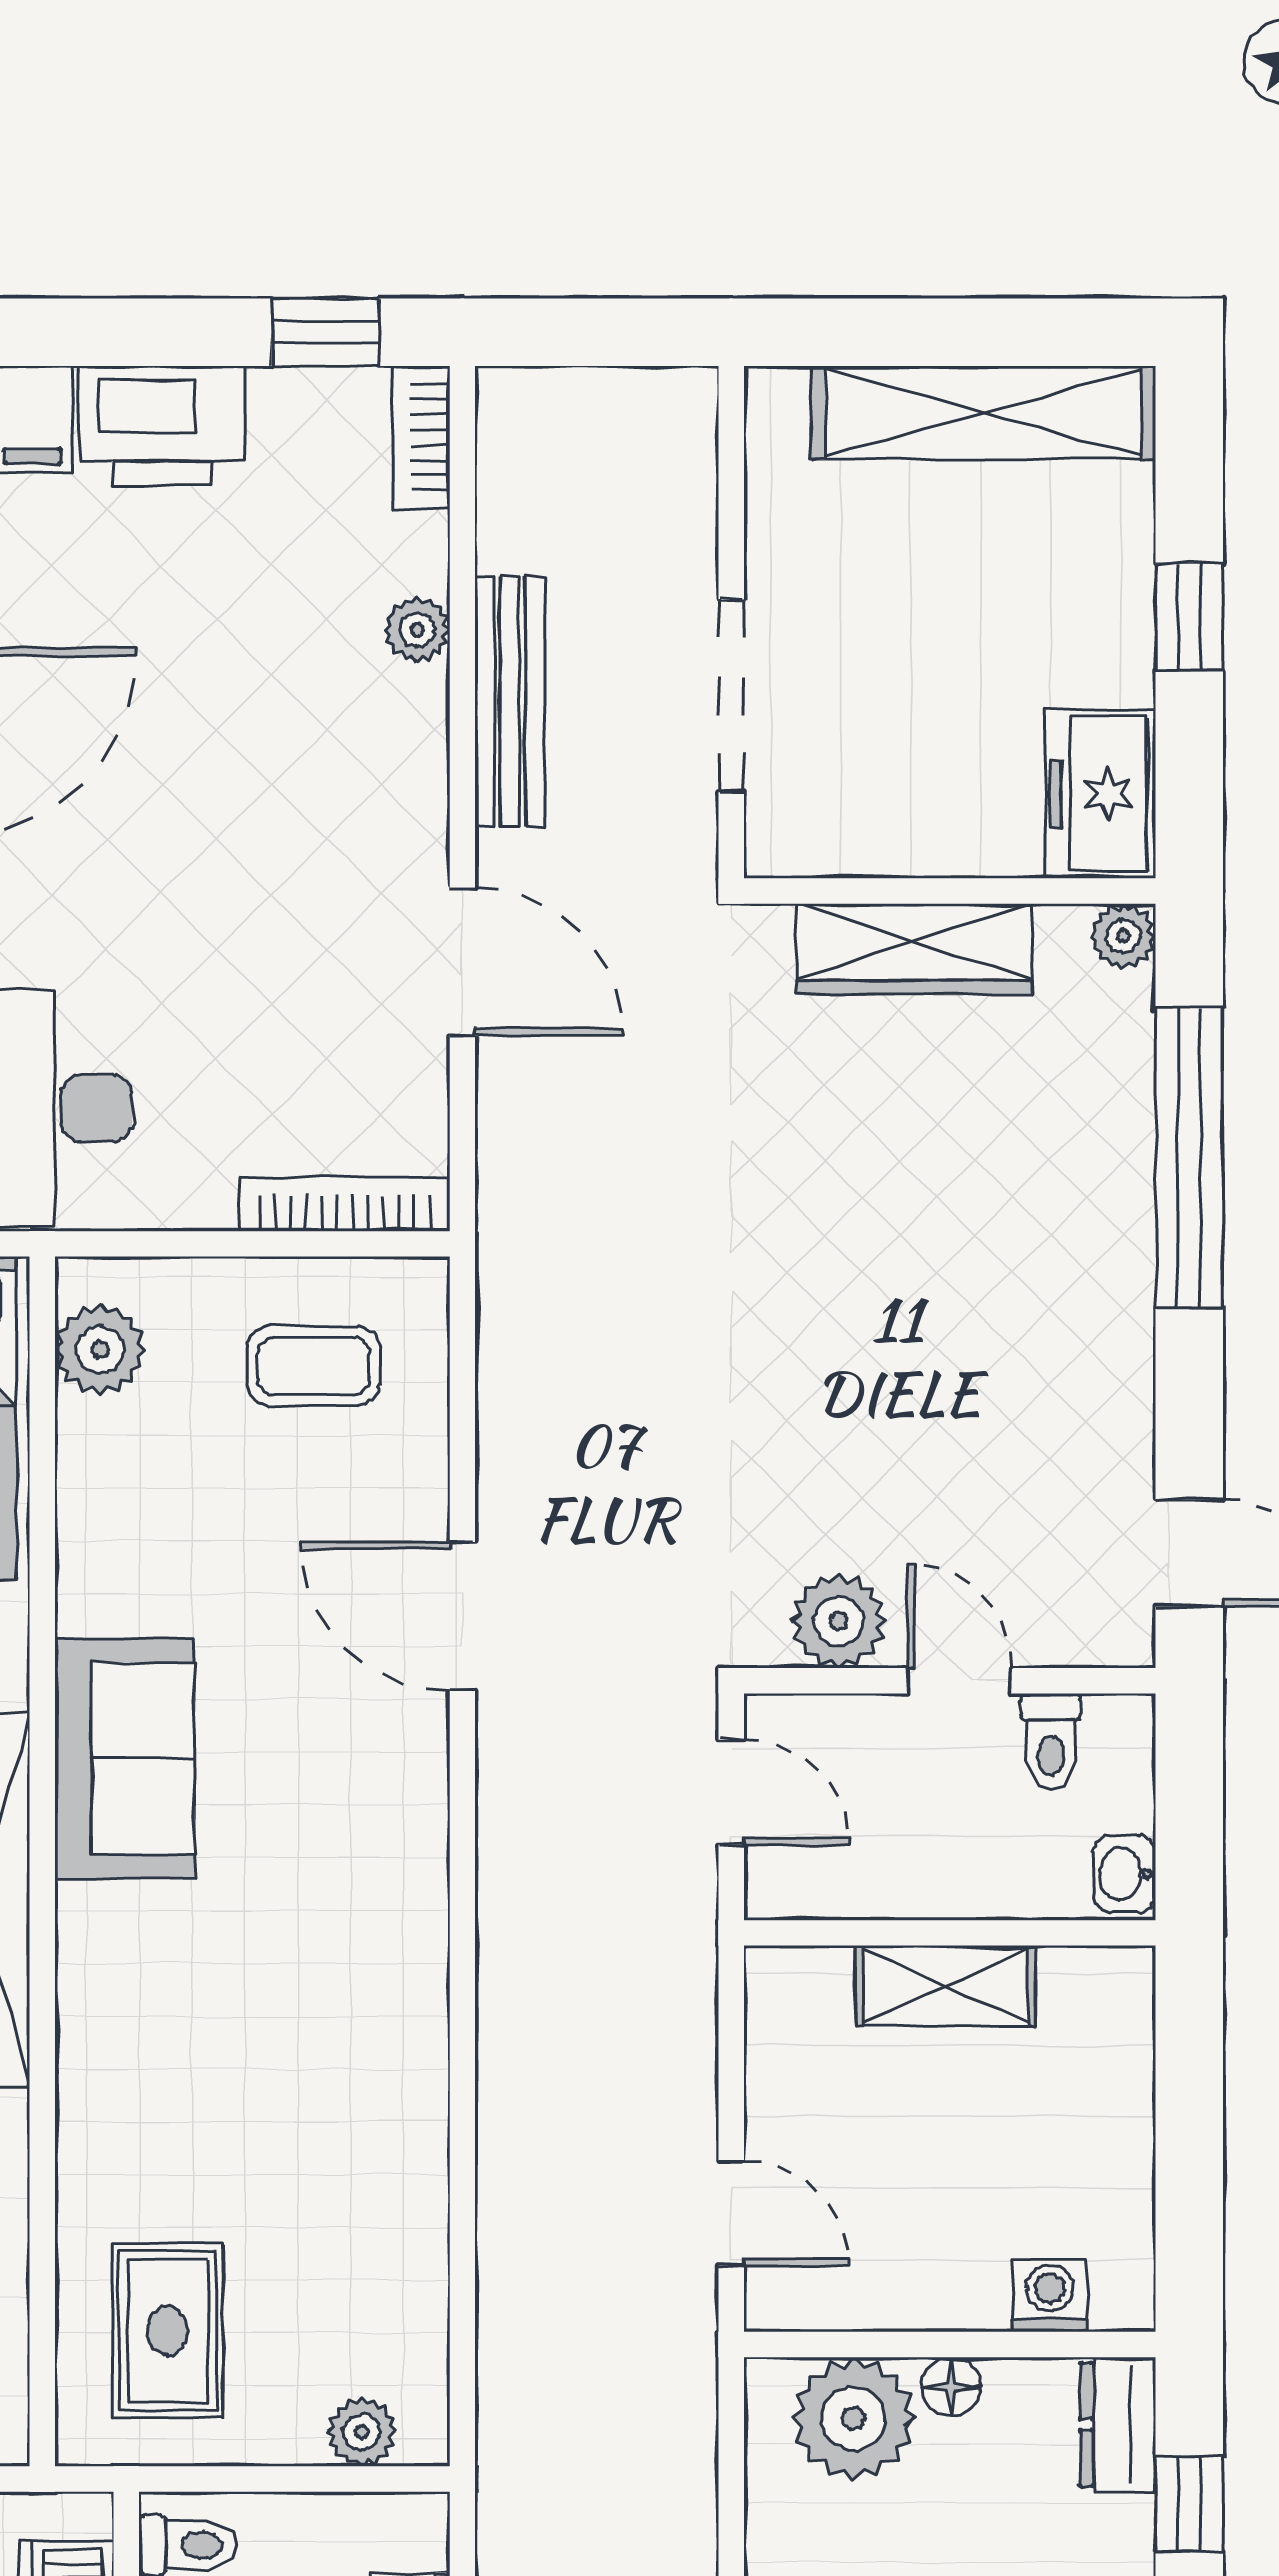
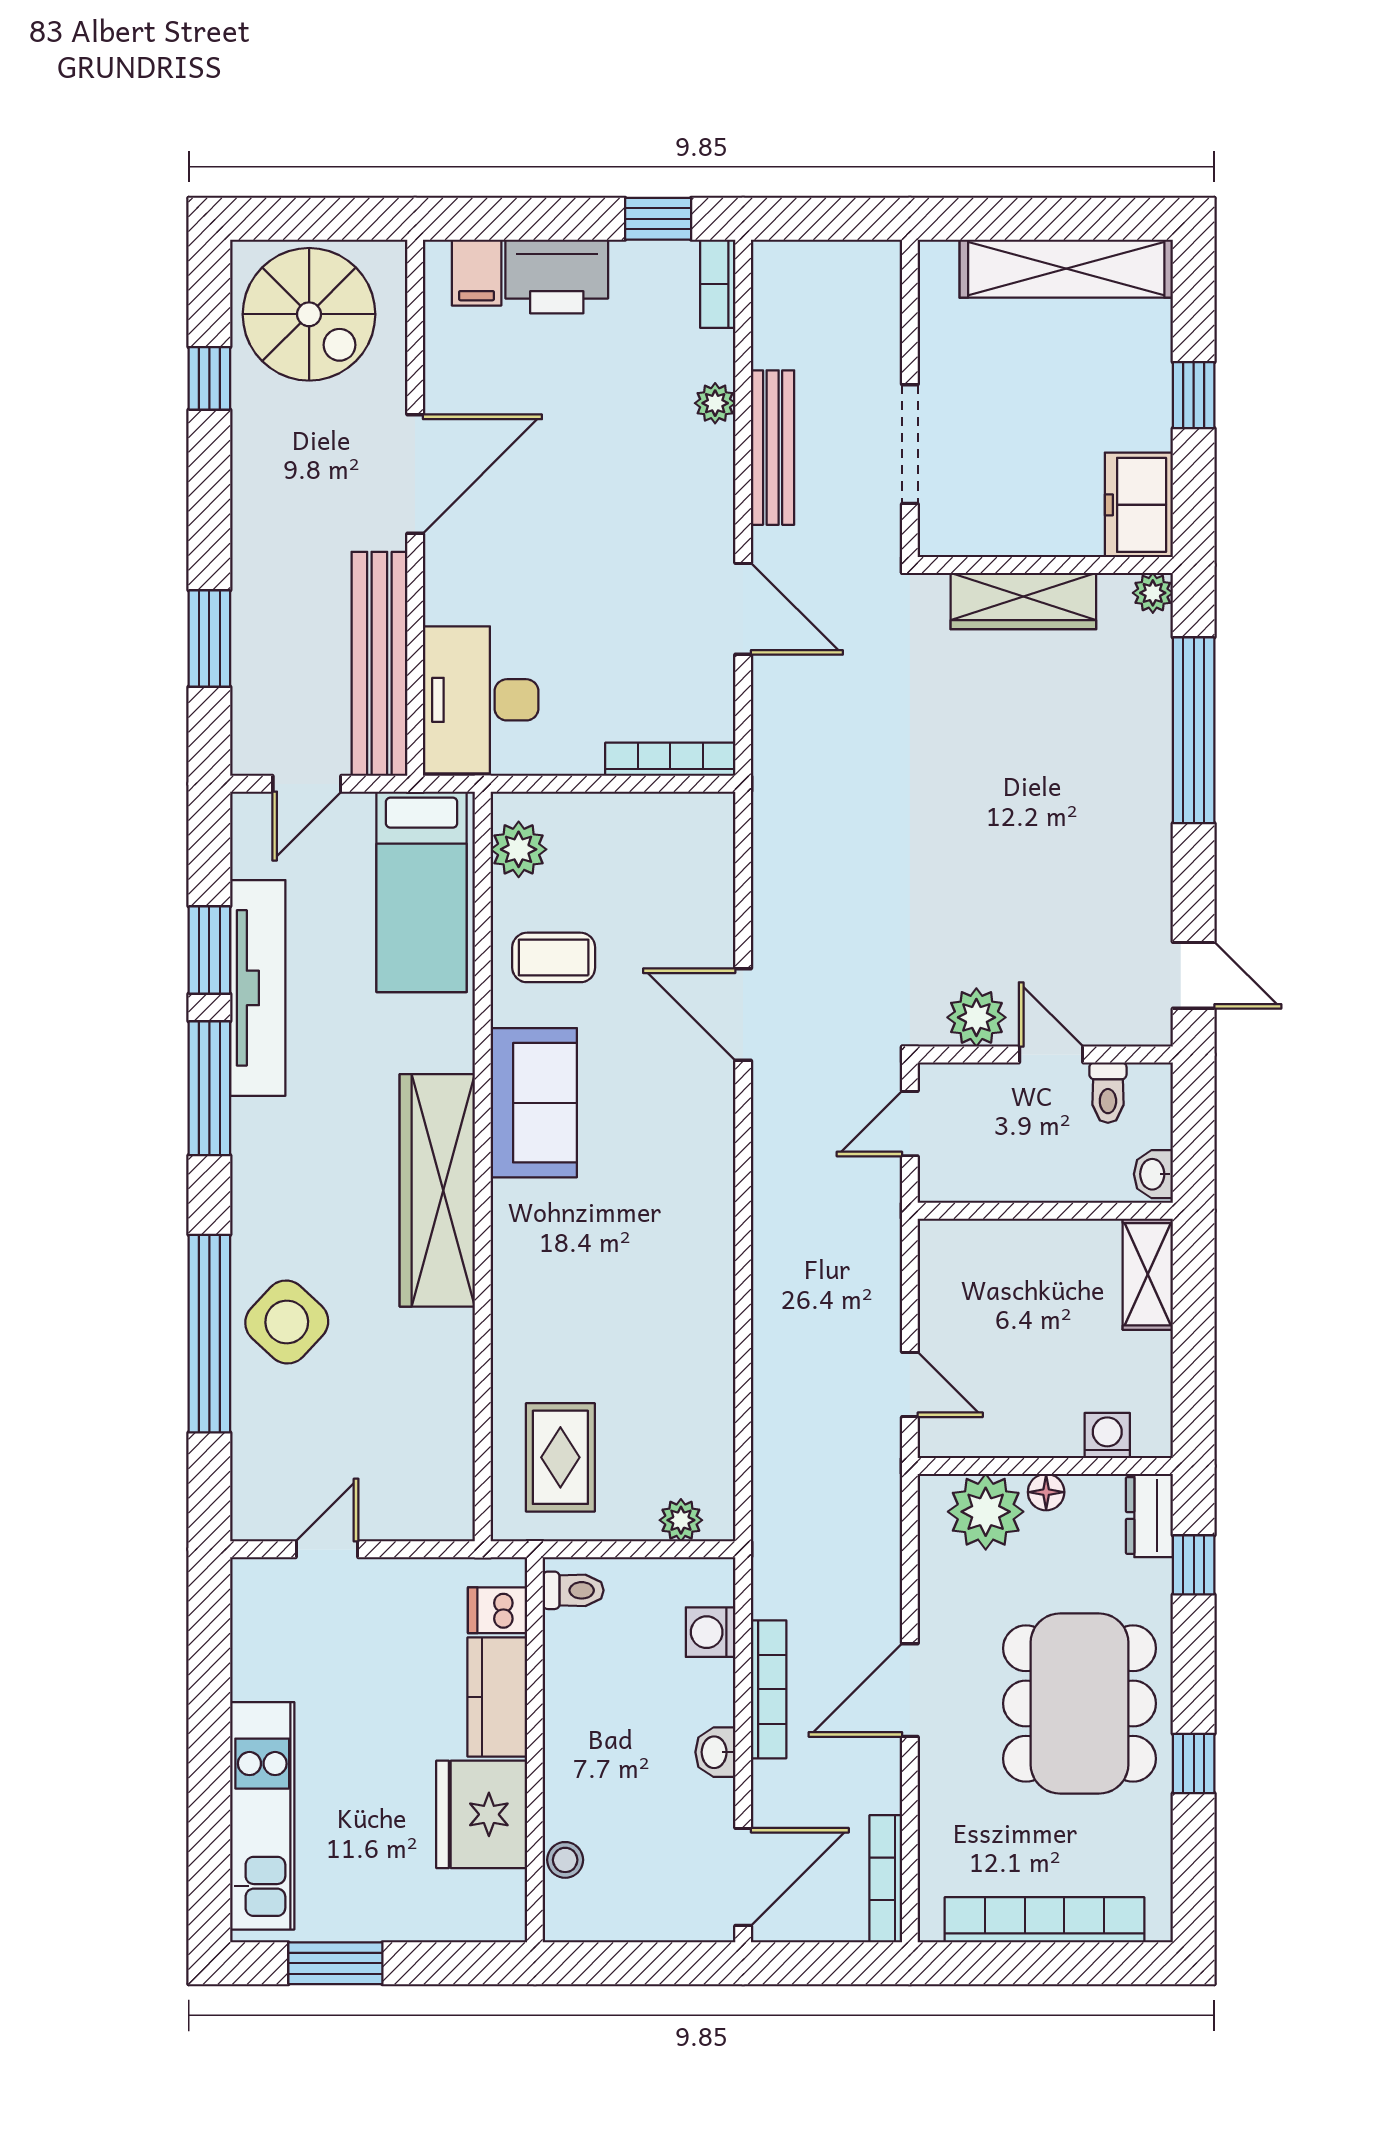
coffee table: (313, 1366) -> (554, 957), moved
door: (731, 1792) -> (910, 1124), swing flipped
shelving: (946, 1986) -> (1148, 1274), moved, turned 90

